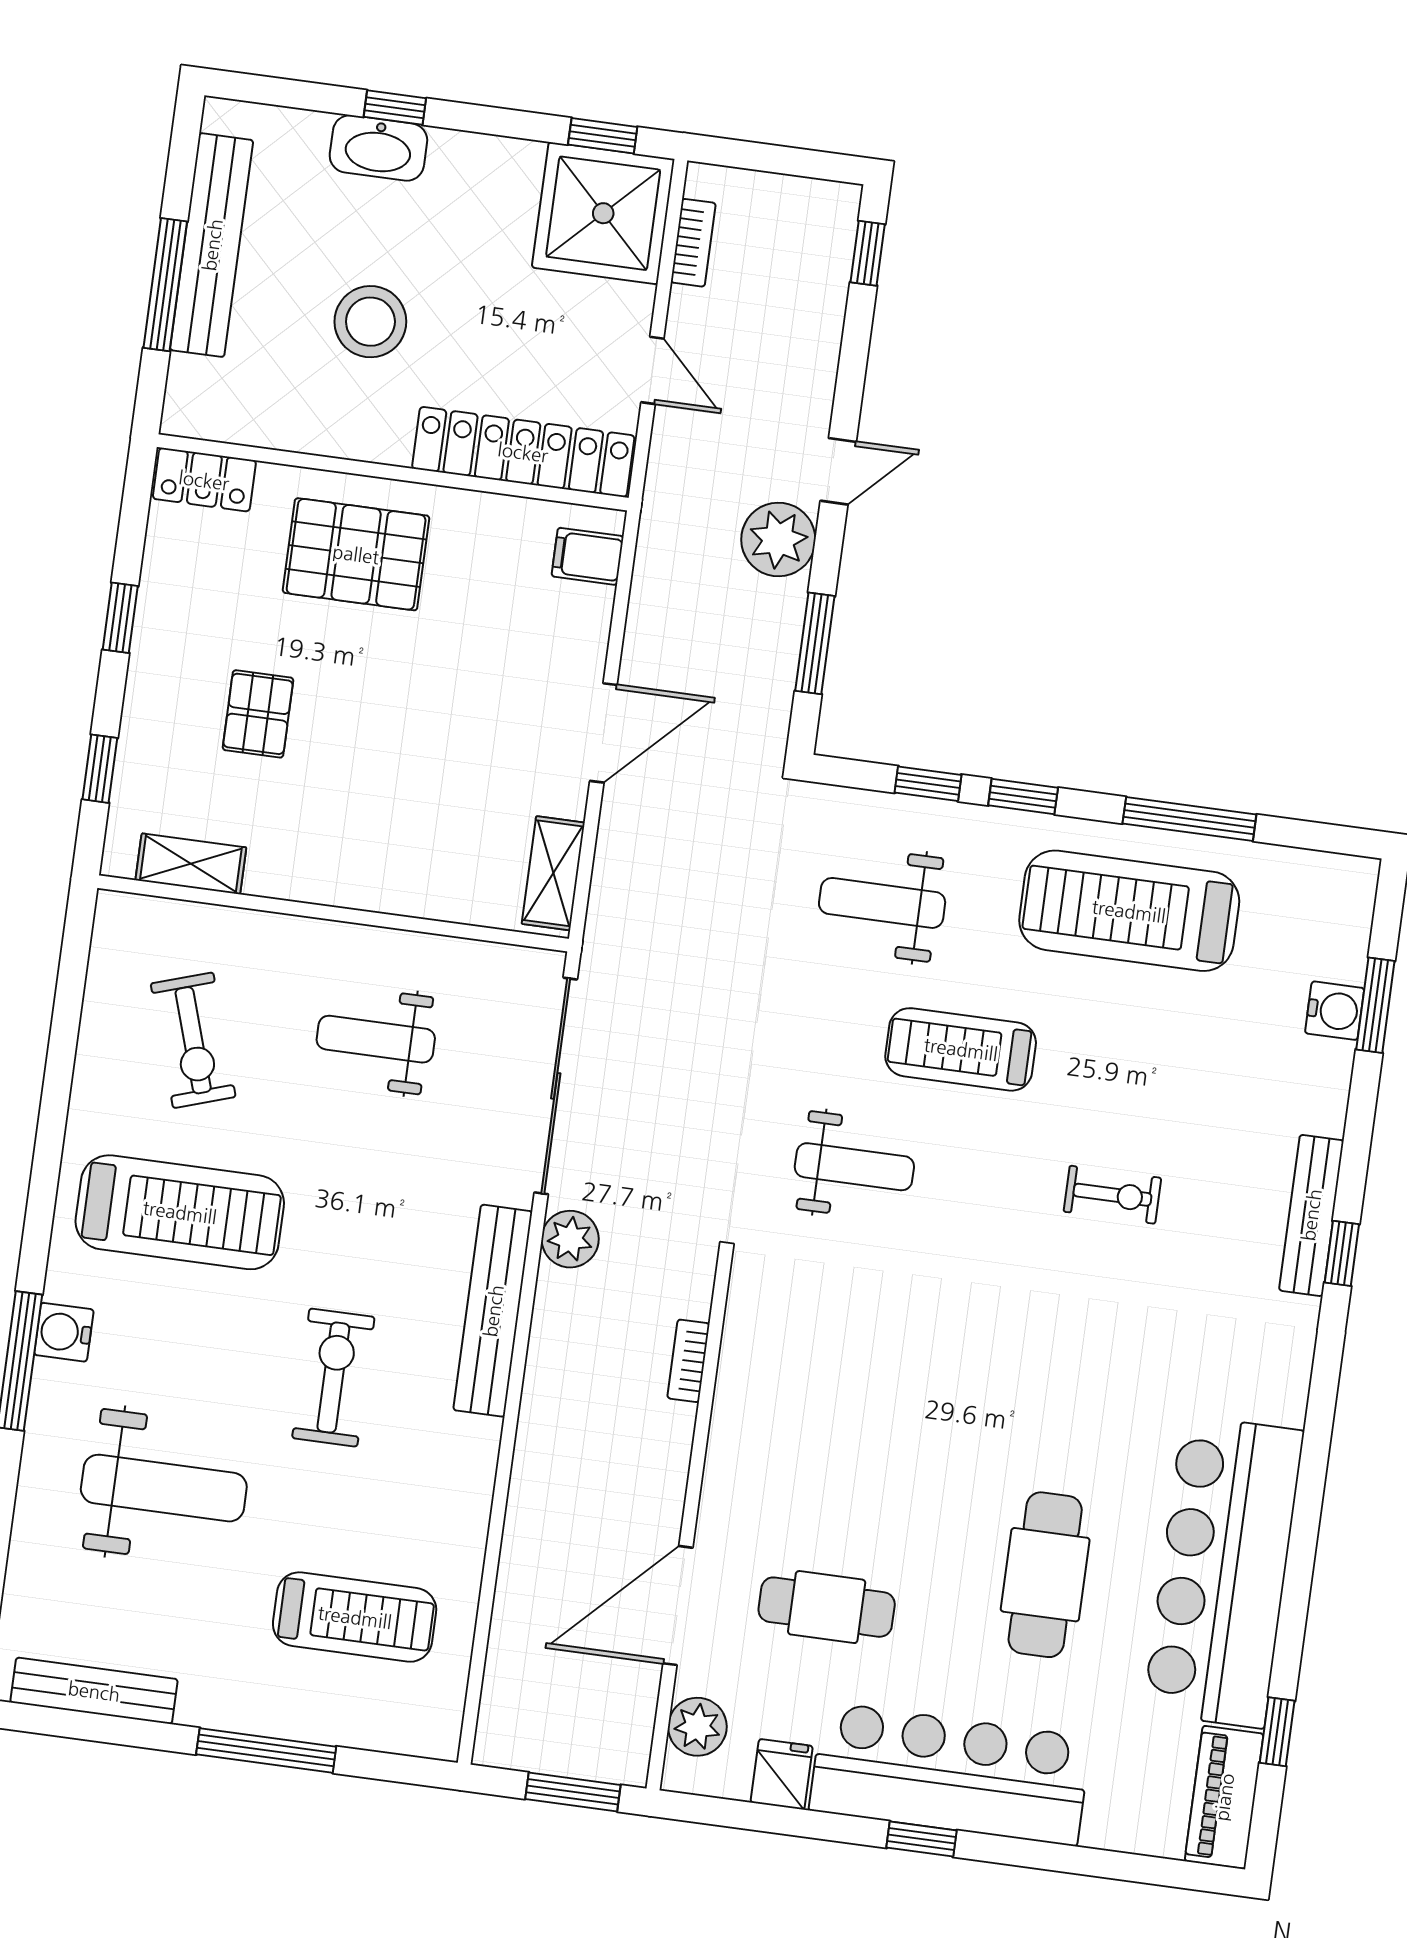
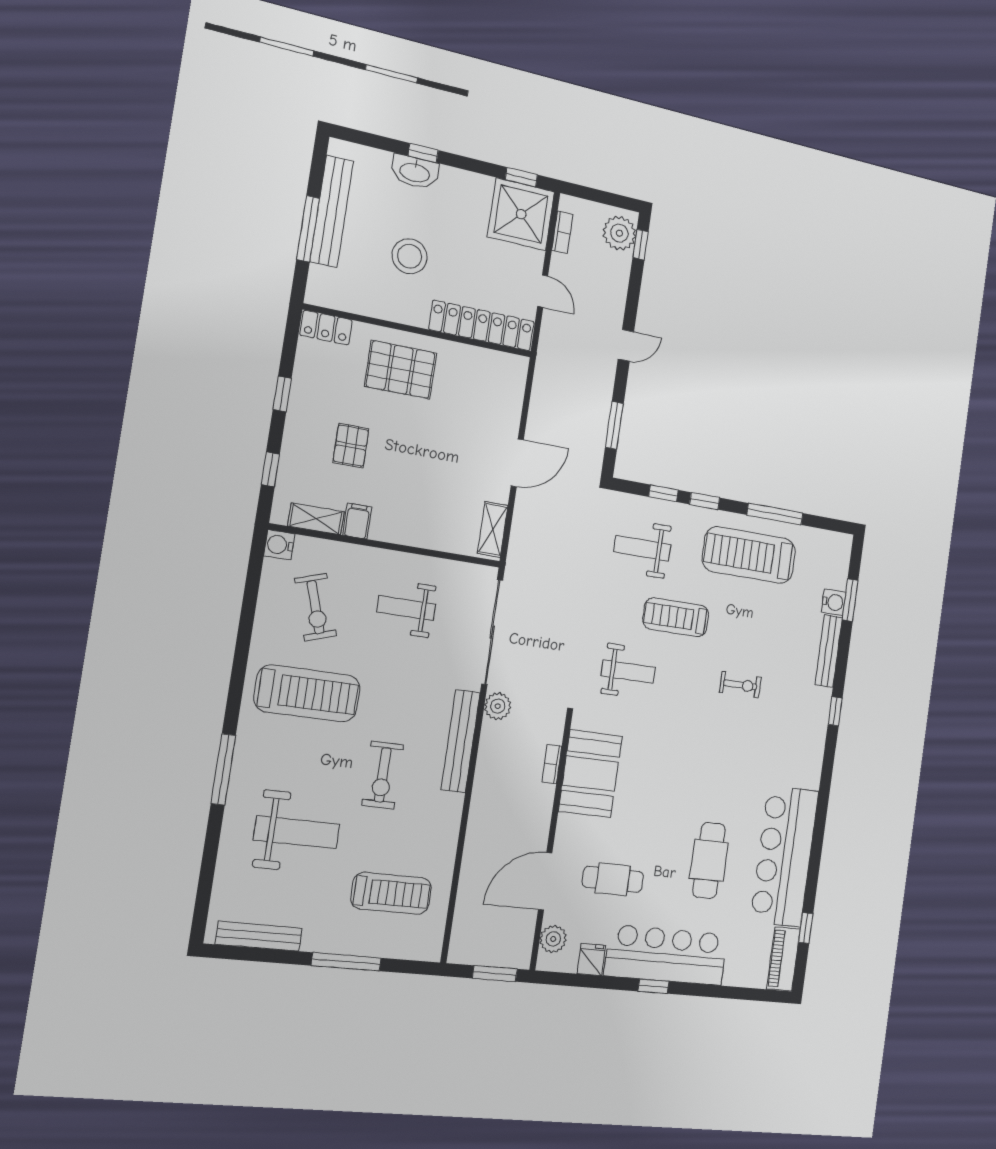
plant: (778, 539) -> (619, 233), moved
filing cabinet: (588, 556) -> (357, 521), moved, turned 90
bench: (1311, 1215) -> (829, 651), moved
water cooler: (64, 1332) -> (279, 545), moved
exercise bike: (333, 1378) -> (383, 775), turned 180
booth: (773, 1382) -> (590, 774), added

